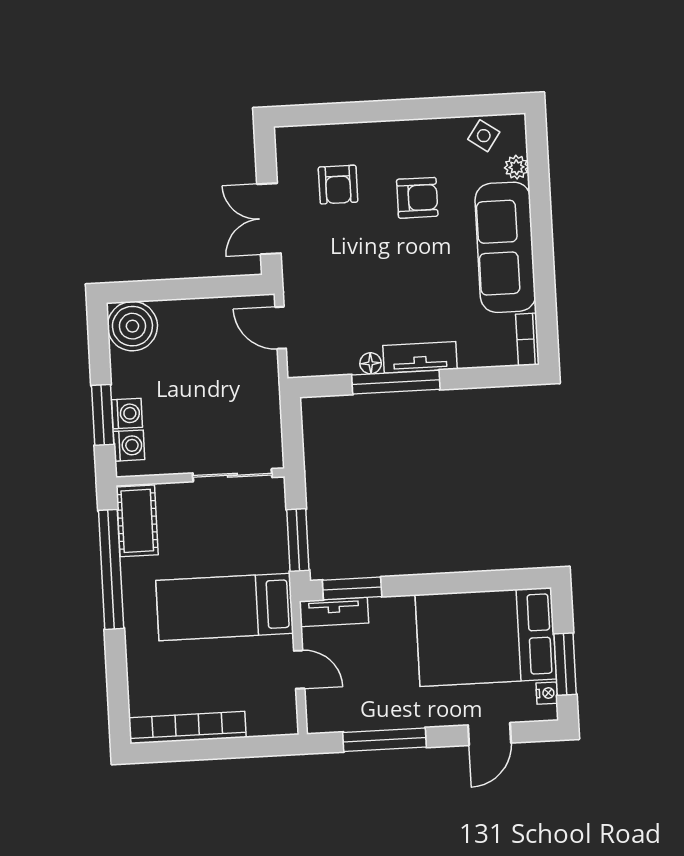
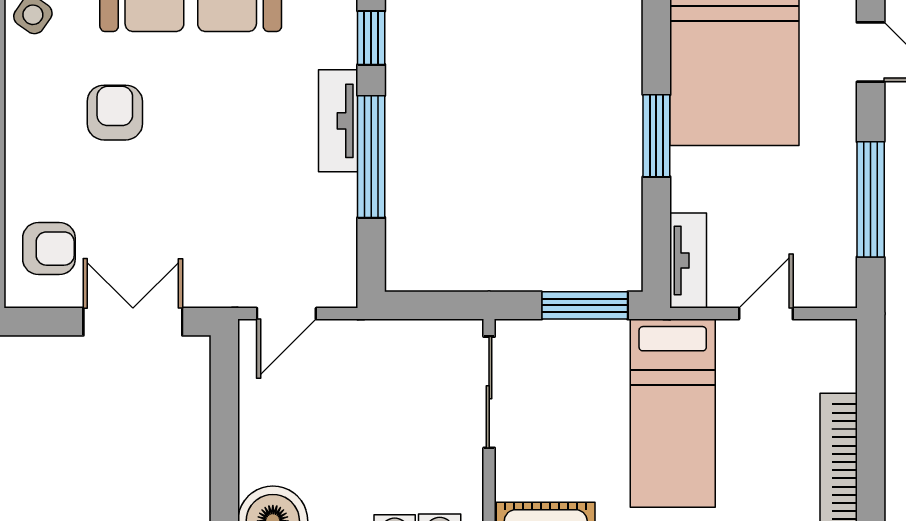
armchair: (338, 185) -> (49, 249), moved
double door: (269, 219) -> (133, 322), swing flipped
floor lamp: (371, 363) -> (343, 190), removed
window: (480, 378) -> (371, 38), added
window: (352, 588) -> (656, 136), moved

